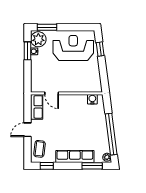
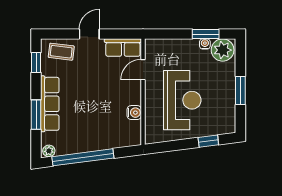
window: (47, 27) -> (240, 90), moved
reception desk: (73, 48) -> (182, 100), moved
water cooler: (92, 99) -> (134, 113), moved
door: (27, 130) -> (89, 34), hinge flipped
window: (92, 166) -> (36, 115), moved

